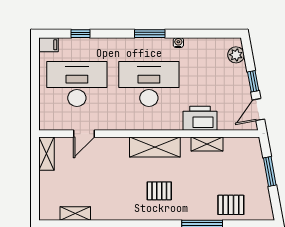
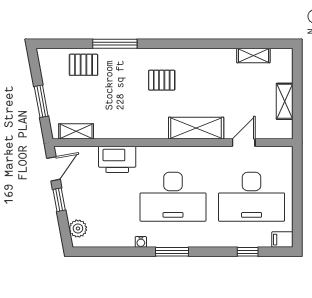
shelving: (207, 144) -> (76, 131), moved
shelving: (155, 147) -> (196, 128), moved
shelving: (46, 154) -> (285, 101), moved

